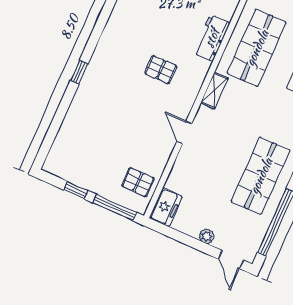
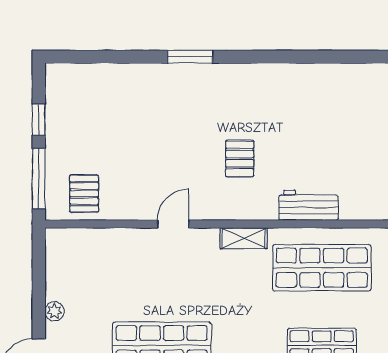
window: (79, 72) -> (190, 57), width x1.50
freezer: (166, 207) -> (68, 243), removed

